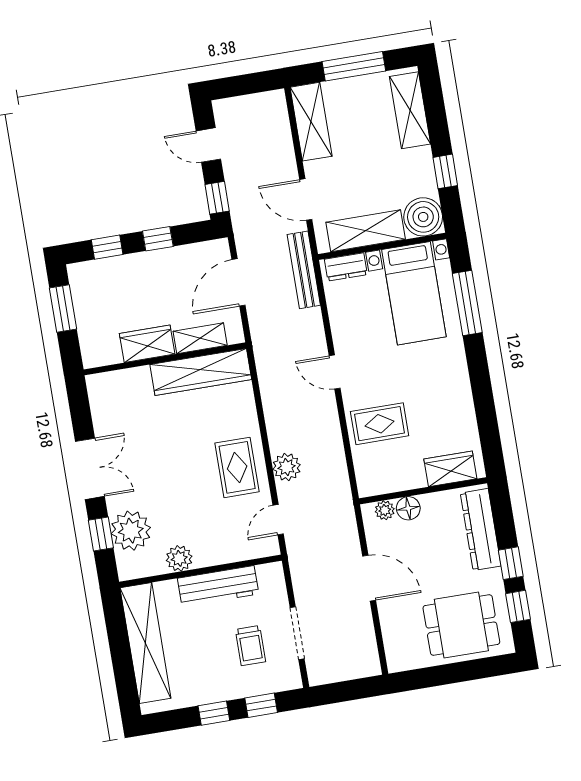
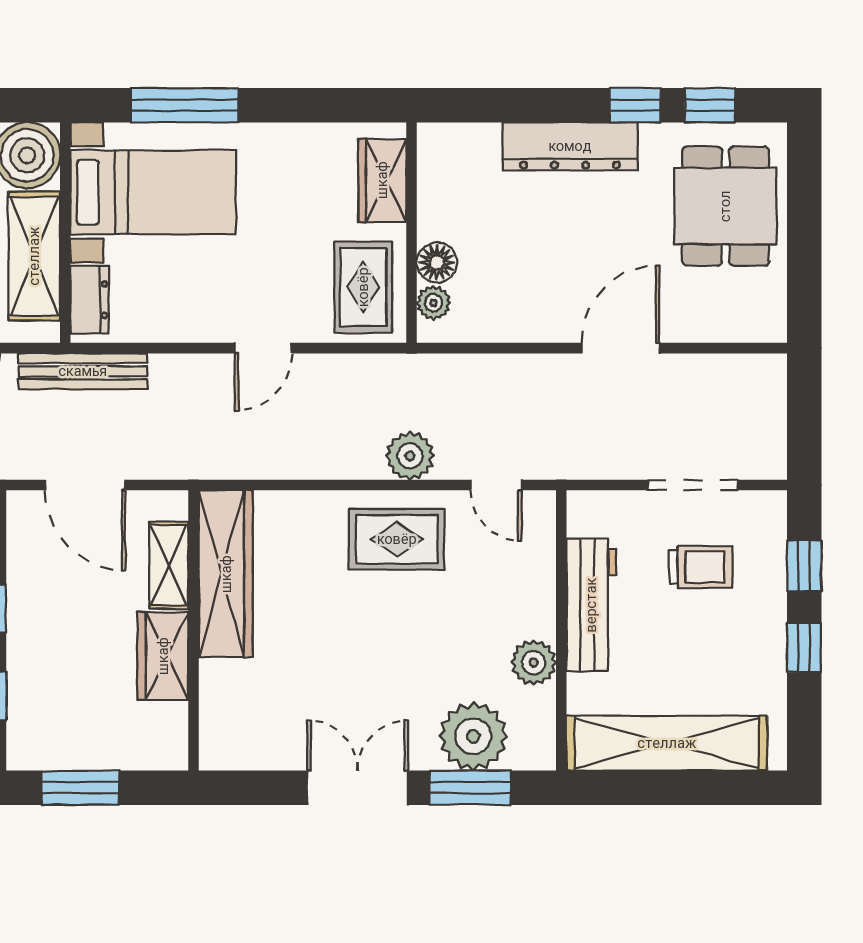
wardrobe: (450, 469) -> (382, 180), moved
wall: (423, 491) -> (412, 233), moved
floor lamp: (408, 508) -> (437, 263), moved
plant: (385, 510) -> (433, 303), moved
window: (101, 534) -> (470, 788), width x1.50

